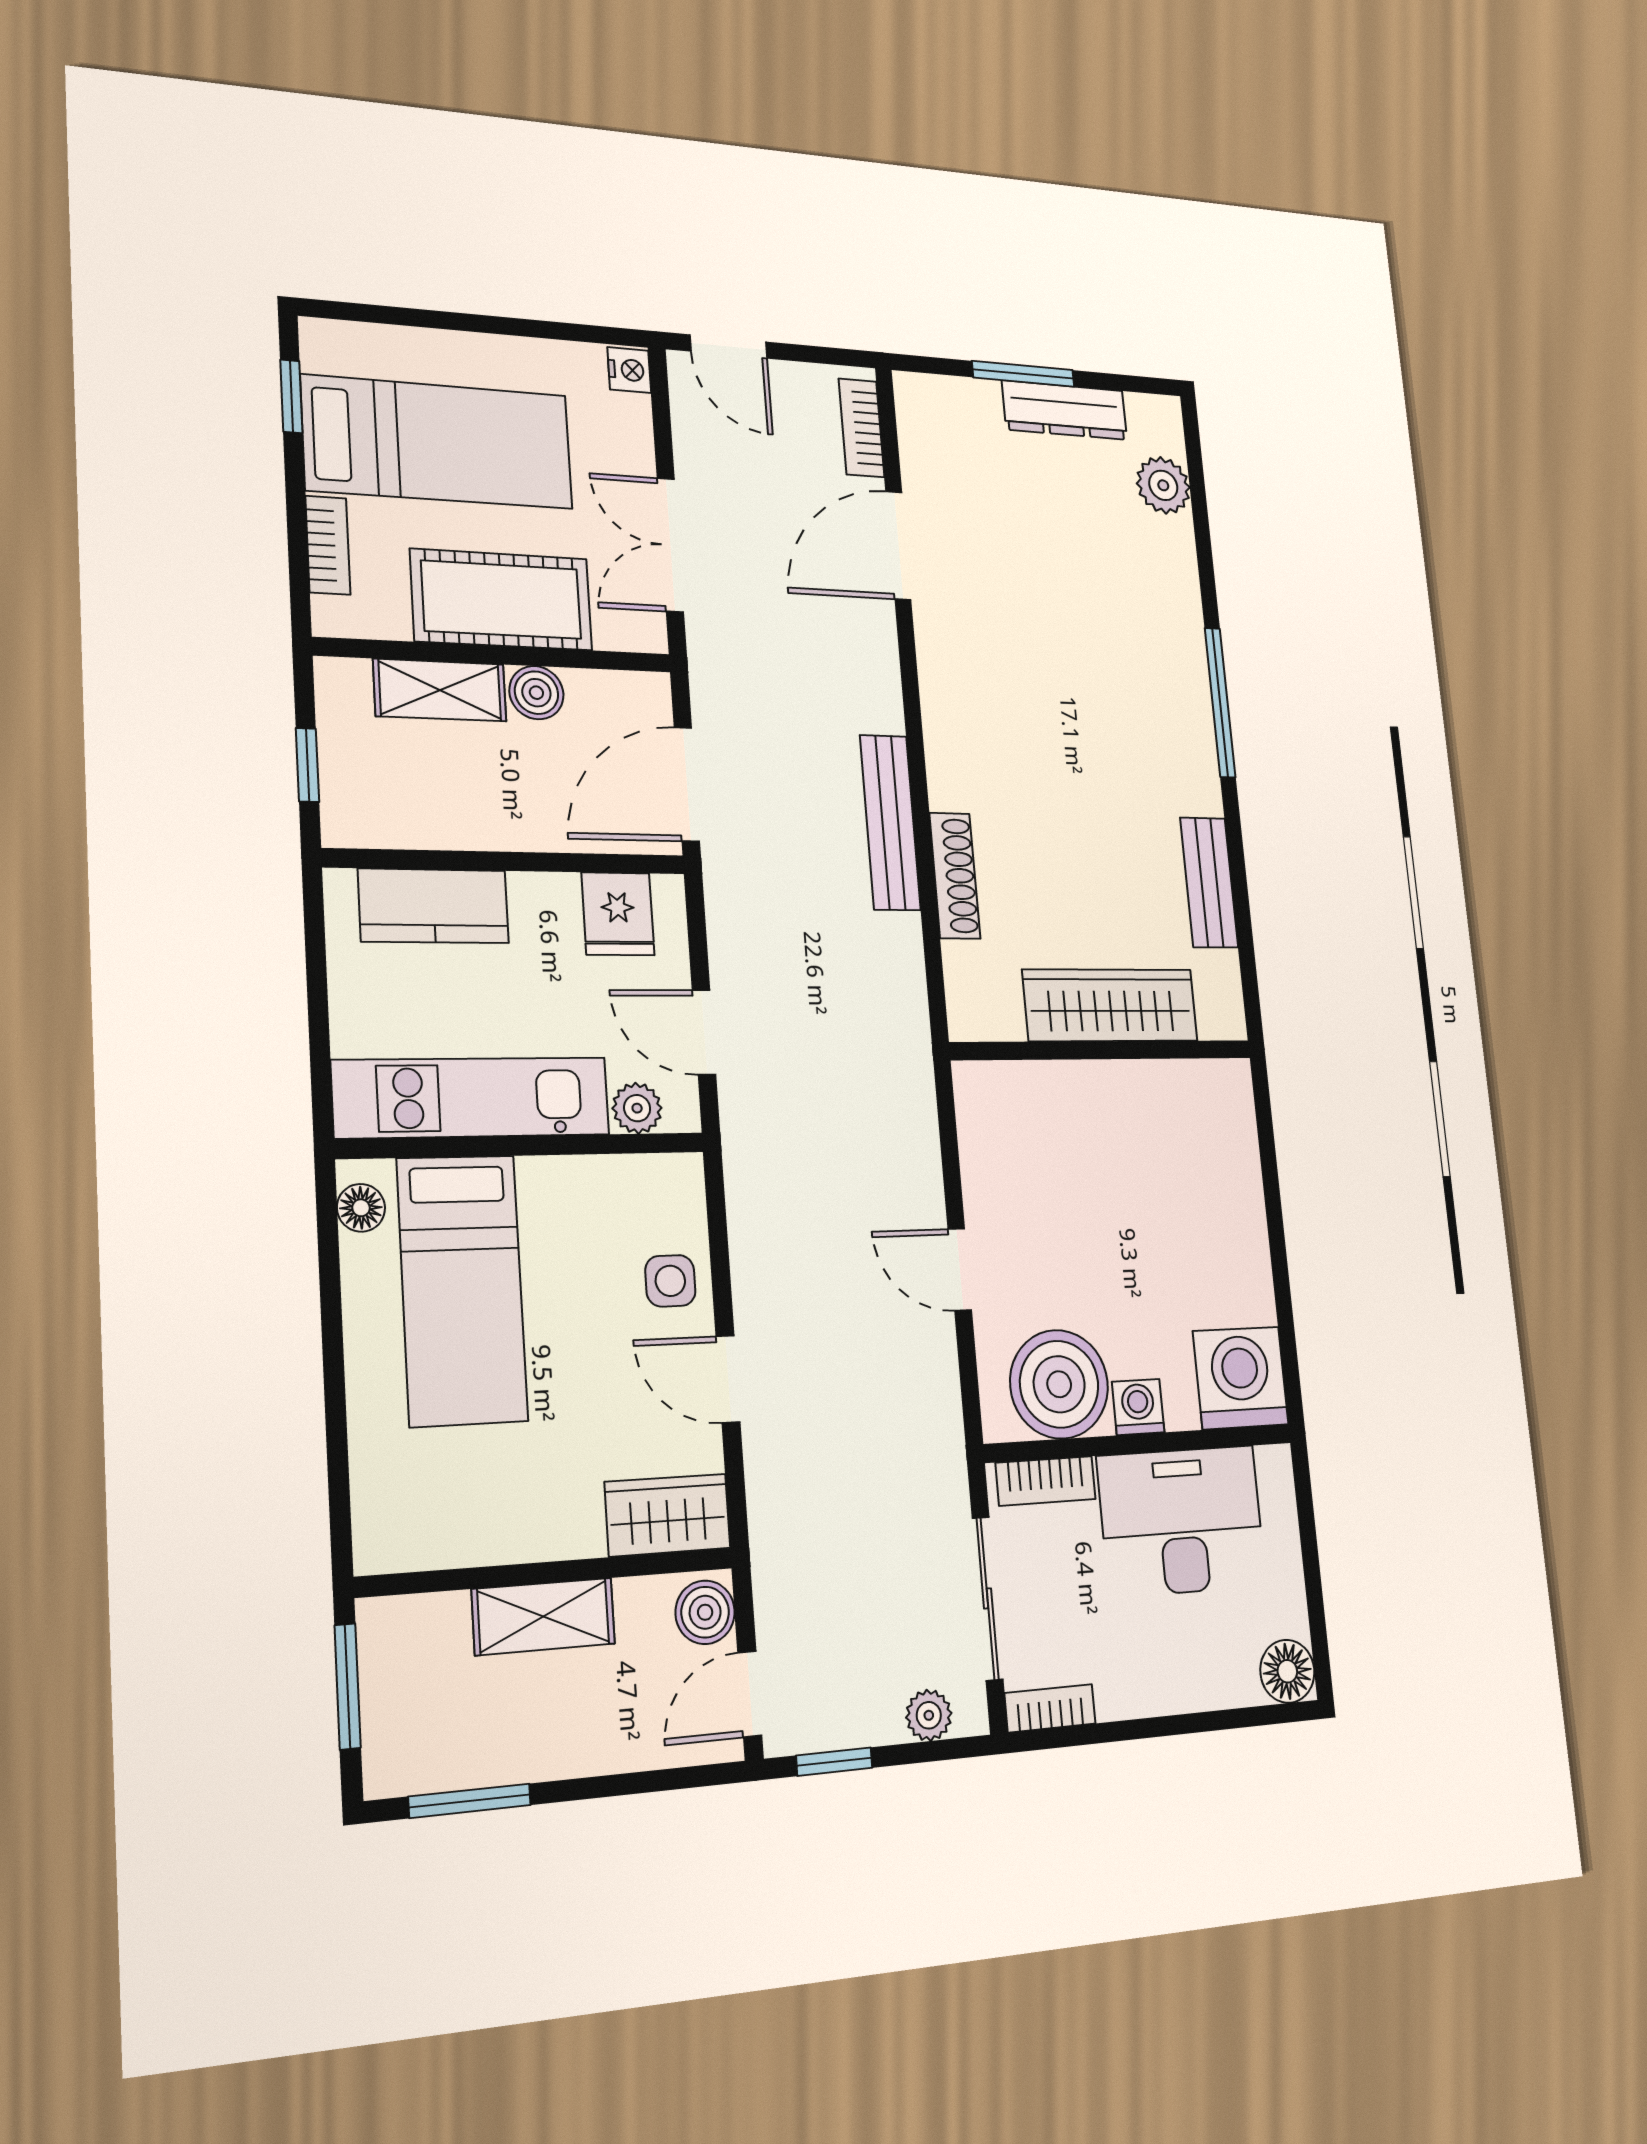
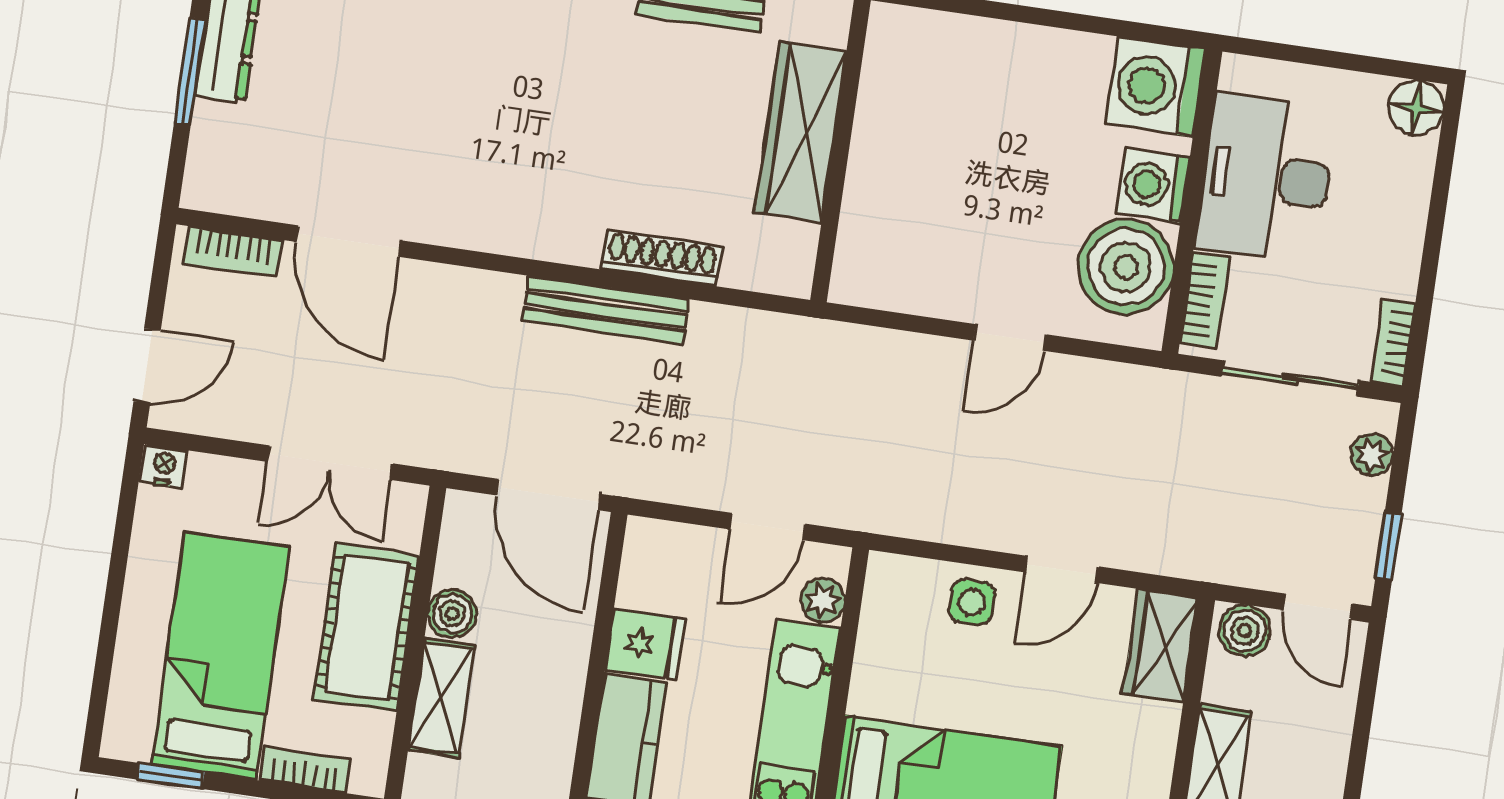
fridge: (618, 914) -> (645, 644), moved
washing machine: (1138, 1407) -> (1153, 185), width x1.38, depth x1.38

